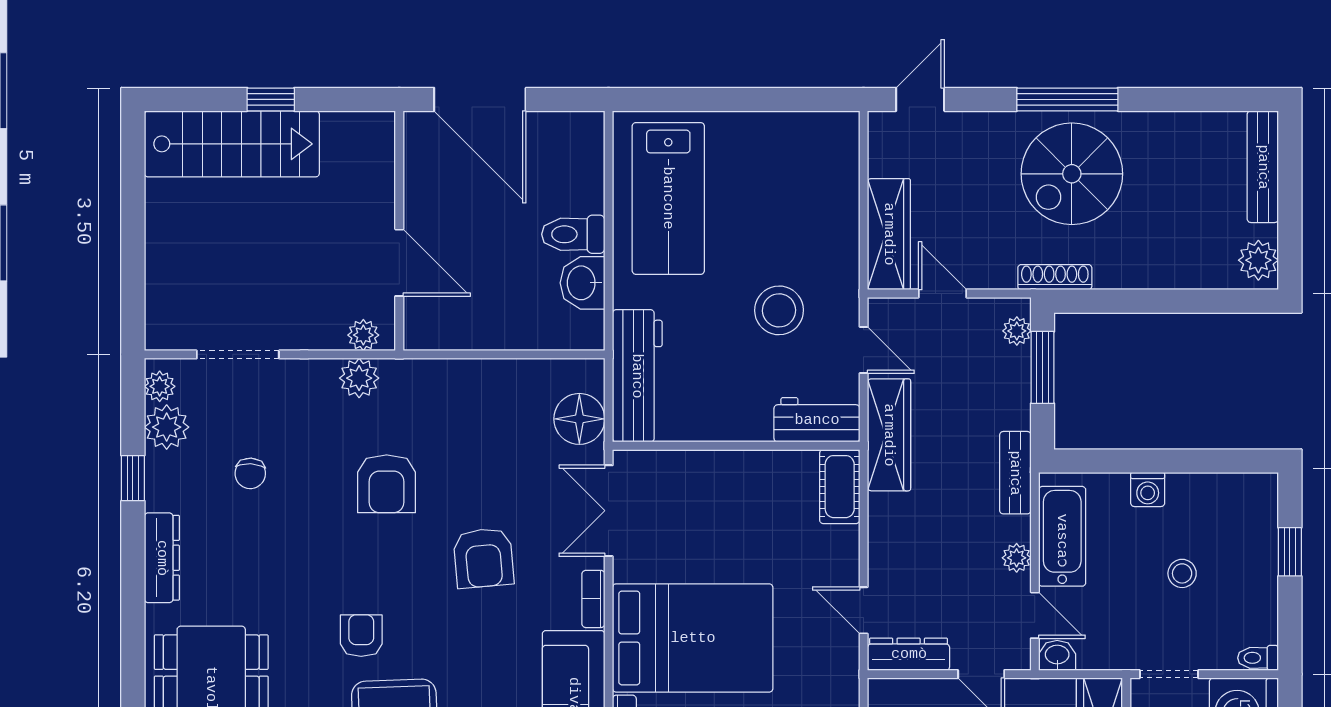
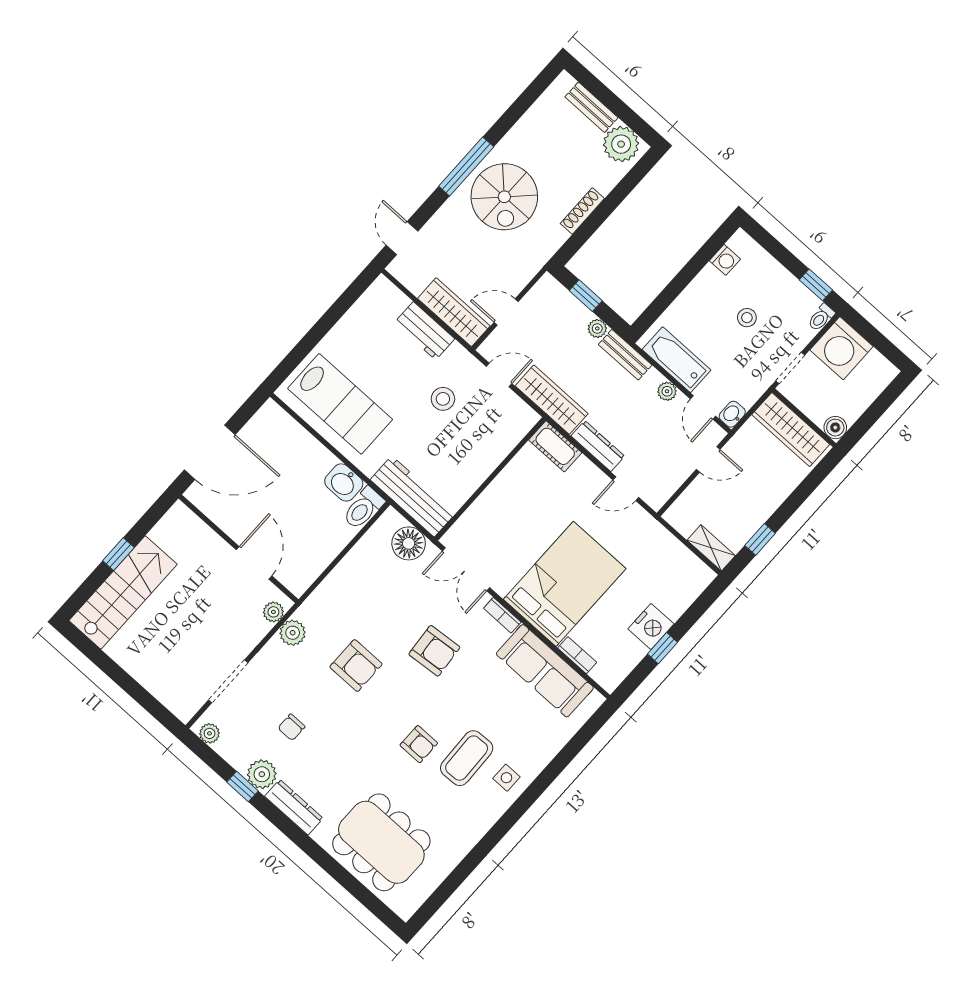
bench: (1263, 167) -> (591, 107), width x0.73
toilet: (573, 234) -> (363, 508), moved
plant: (1258, 260) -> (621, 144), width x1.36, depth x1.36
door: (399, 263) -> (254, 563), hinge flipped
shoe rack: (1055, 277) -> (582, 211), moved
stool: (779, 310) -> (443, 399), width x0.73, depth x0.73
plant: (1017, 331) -> (597, 328), moved
window: (1042, 367) -> (586, 296), width x0.67
workbench: (817, 420) -> (424, 331), moved, turned -90
plant: (167, 427) -> (262, 774), moved
chair: (250, 473) -> (291, 727), turned 87
washing machine: (1148, 489) -> (725, 260), moved
window: (1290, 552) -> (816, 285), moved
door: (1035, 615) -> (703, 407), swing flipped
armchair: (361, 636) -> (419, 744), turned 180
dresser: (909, 654) -> (598, 446), moved, turned 90

